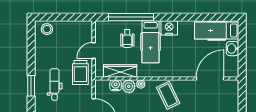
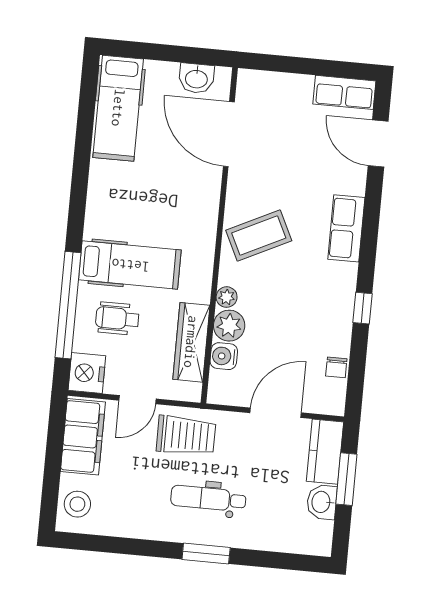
nightstand: (169, 28) -> (87, 373), moved
filing cabinet: (76, 29) -> (83, 437), added
wheelchair: (127, 39) -> (117, 318), turned 180
washbasin: (232, 49) -> (196, 78), moved
door: (94, 50) -> (137, 400), hinge flipped

